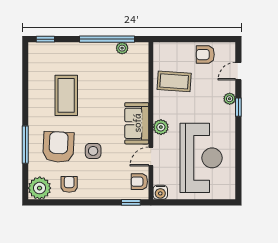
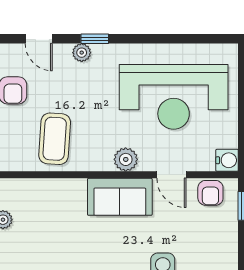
reception desk: (201, 158) -> (174, 97), turned 180

